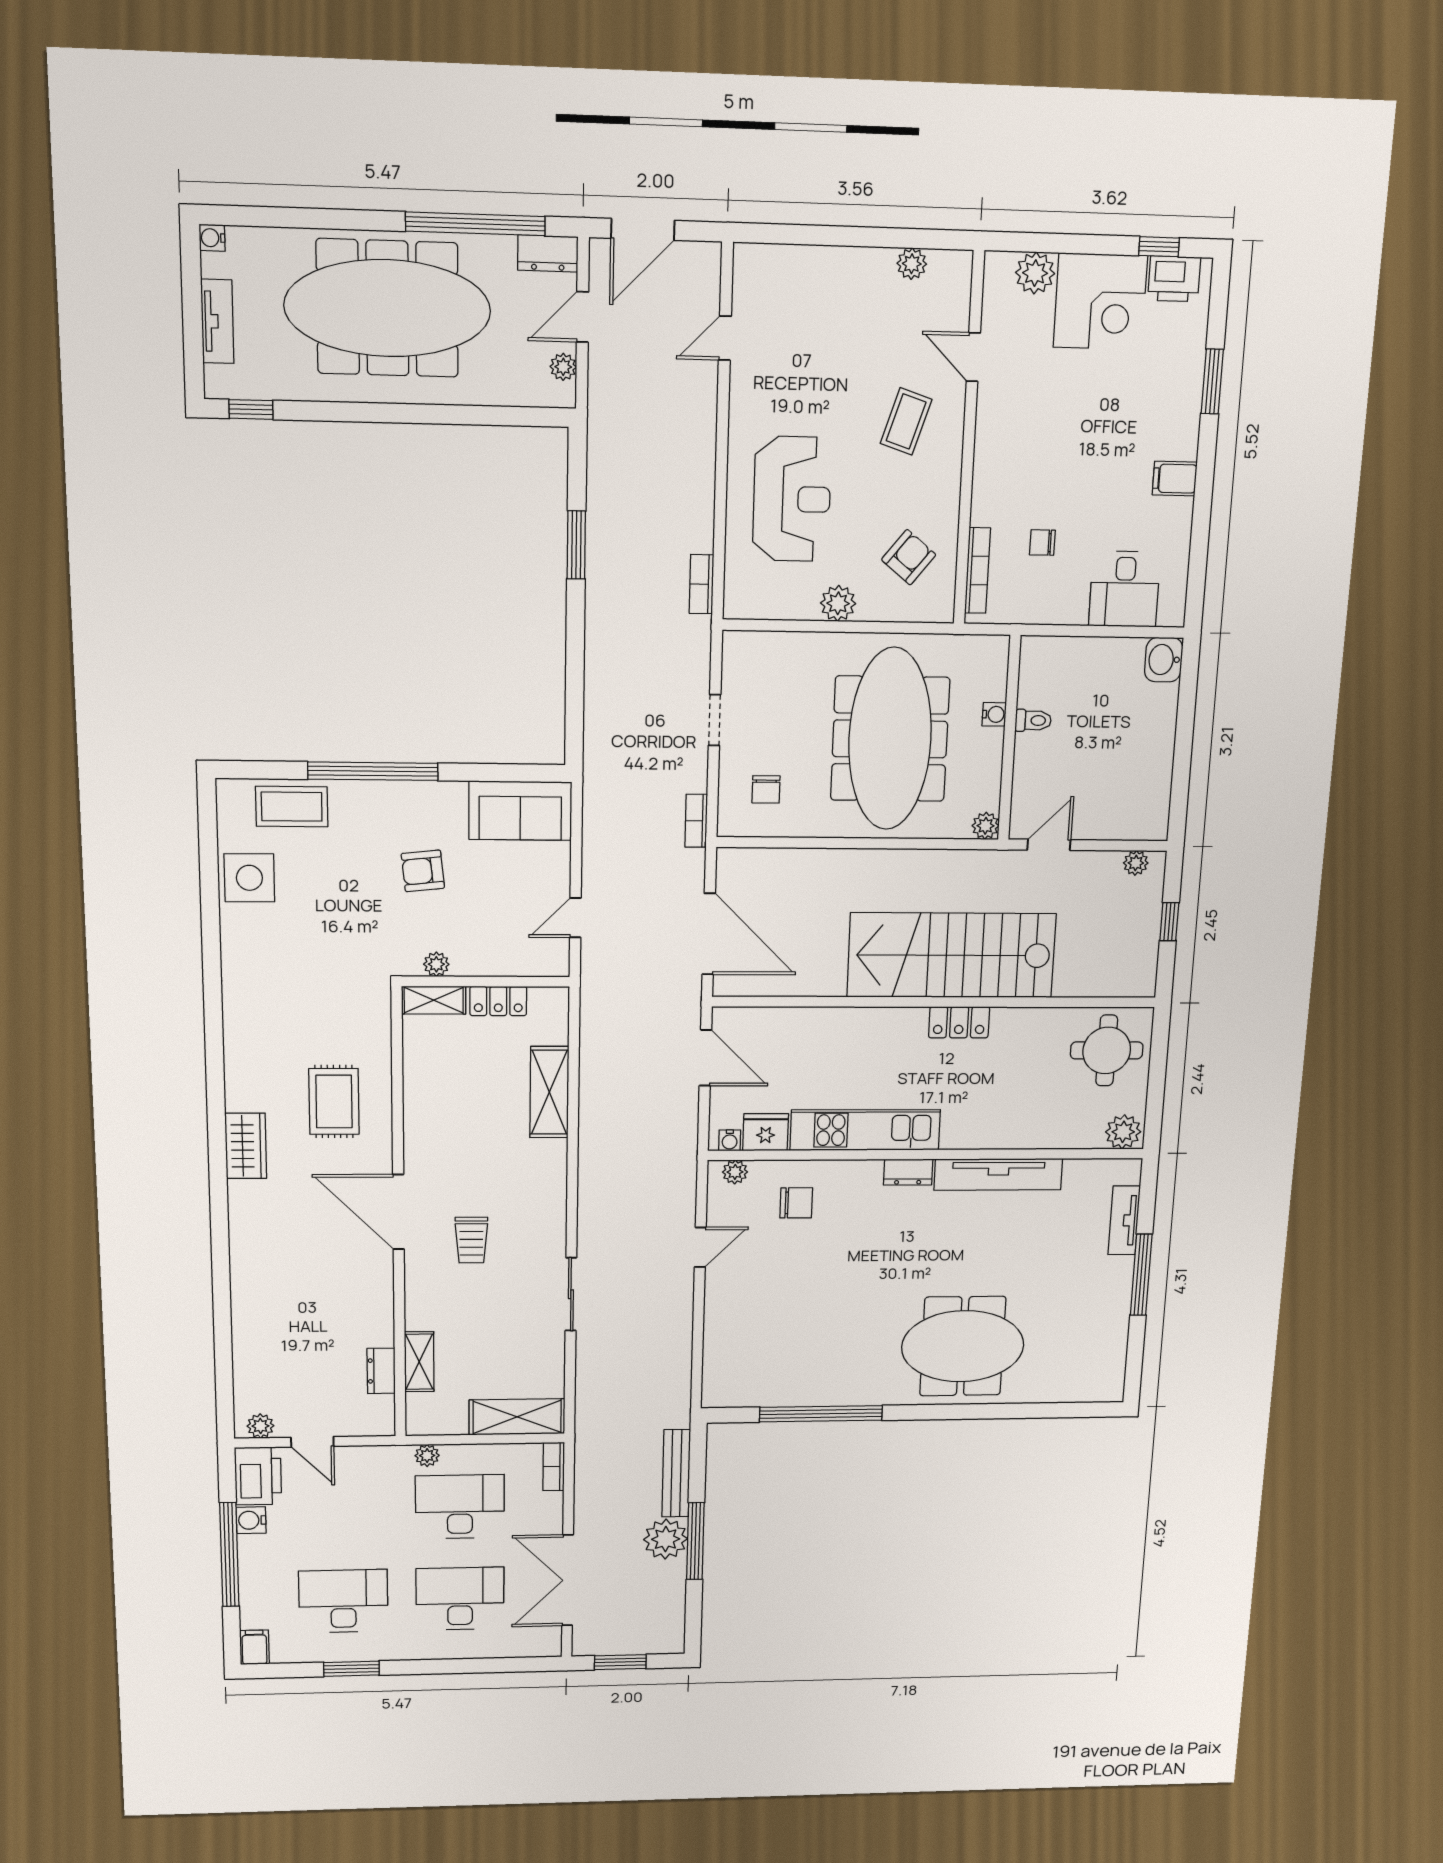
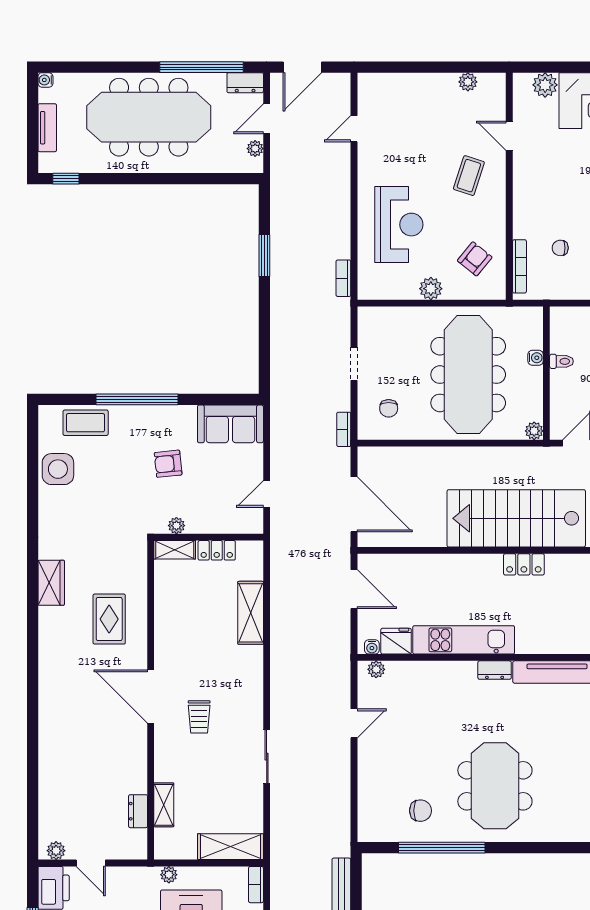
wardrobe: (246, 1146) -> (51, 583), moved
chair: (796, 1203) -> (421, 811), moved
meeting table: (963, 1346) -> (495, 786), moved, turned 90

